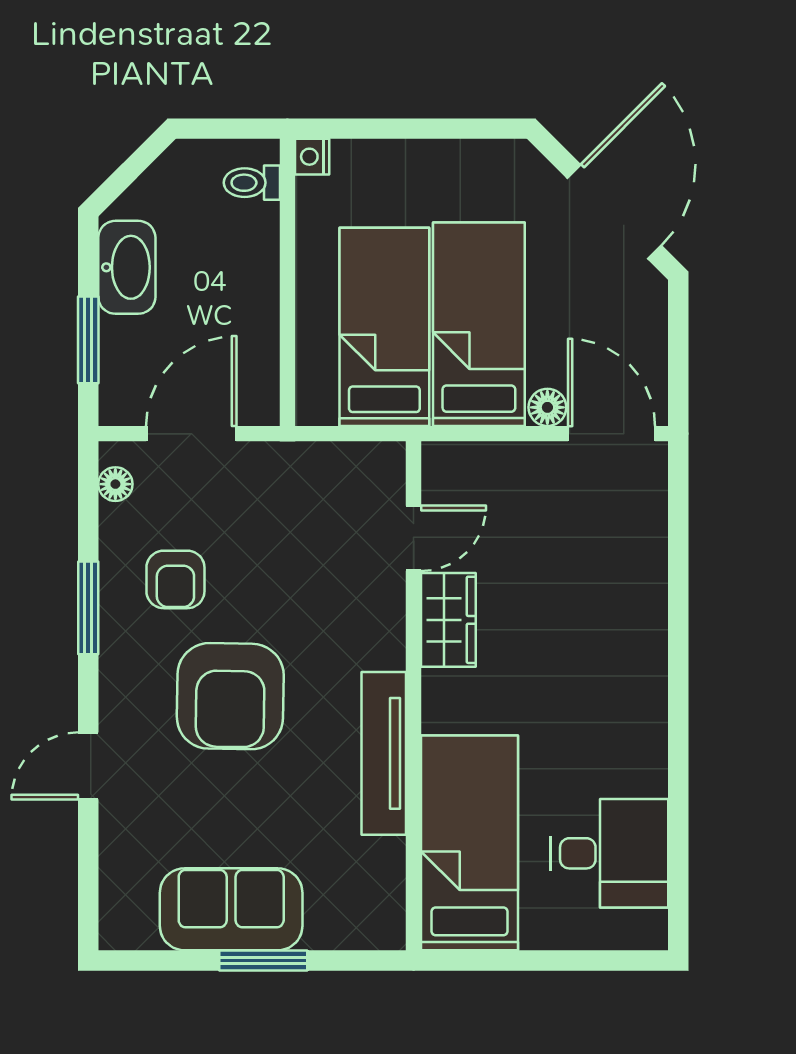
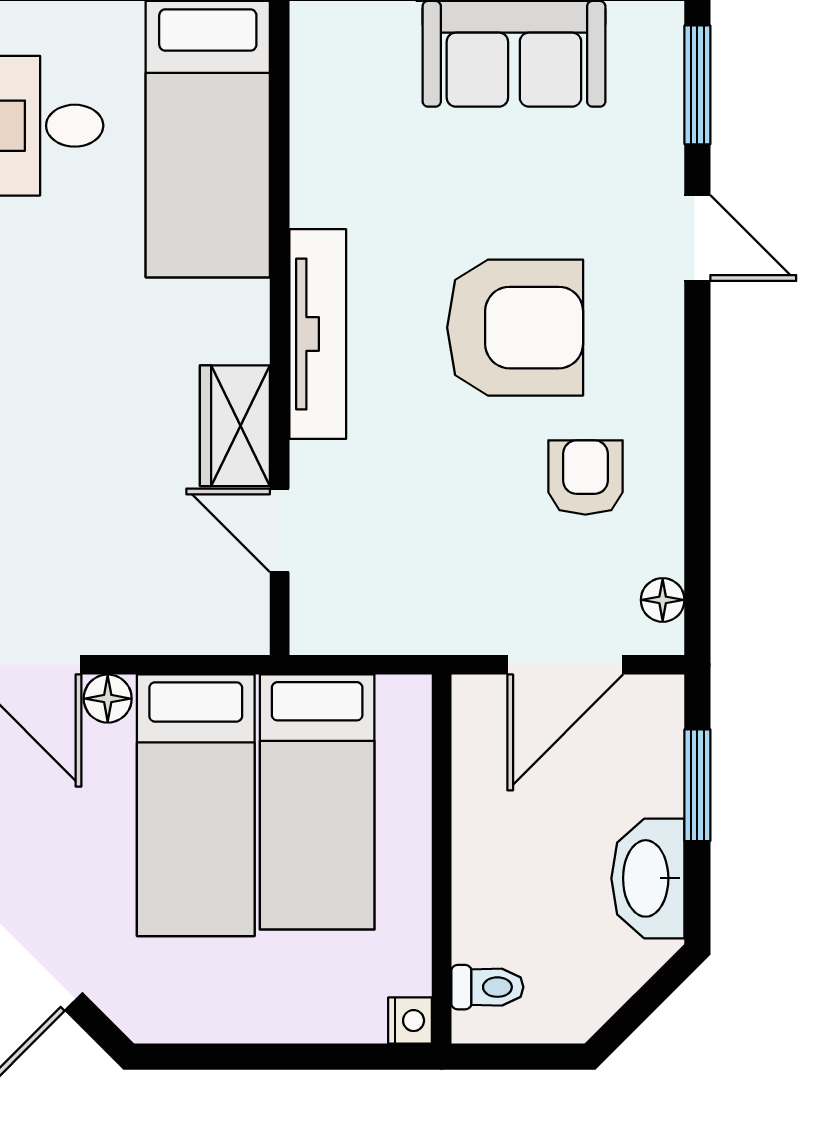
door: (414, 538) -> (280, 530), hinge flipped
window: (88, 608) -> (697, 85), moved
armchair: (230, 696) -> (515, 328), turned 89
tv unit: (384, 753) -> (318, 334), moved
door: (88, 766) -> (697, 238), hinge flipped

